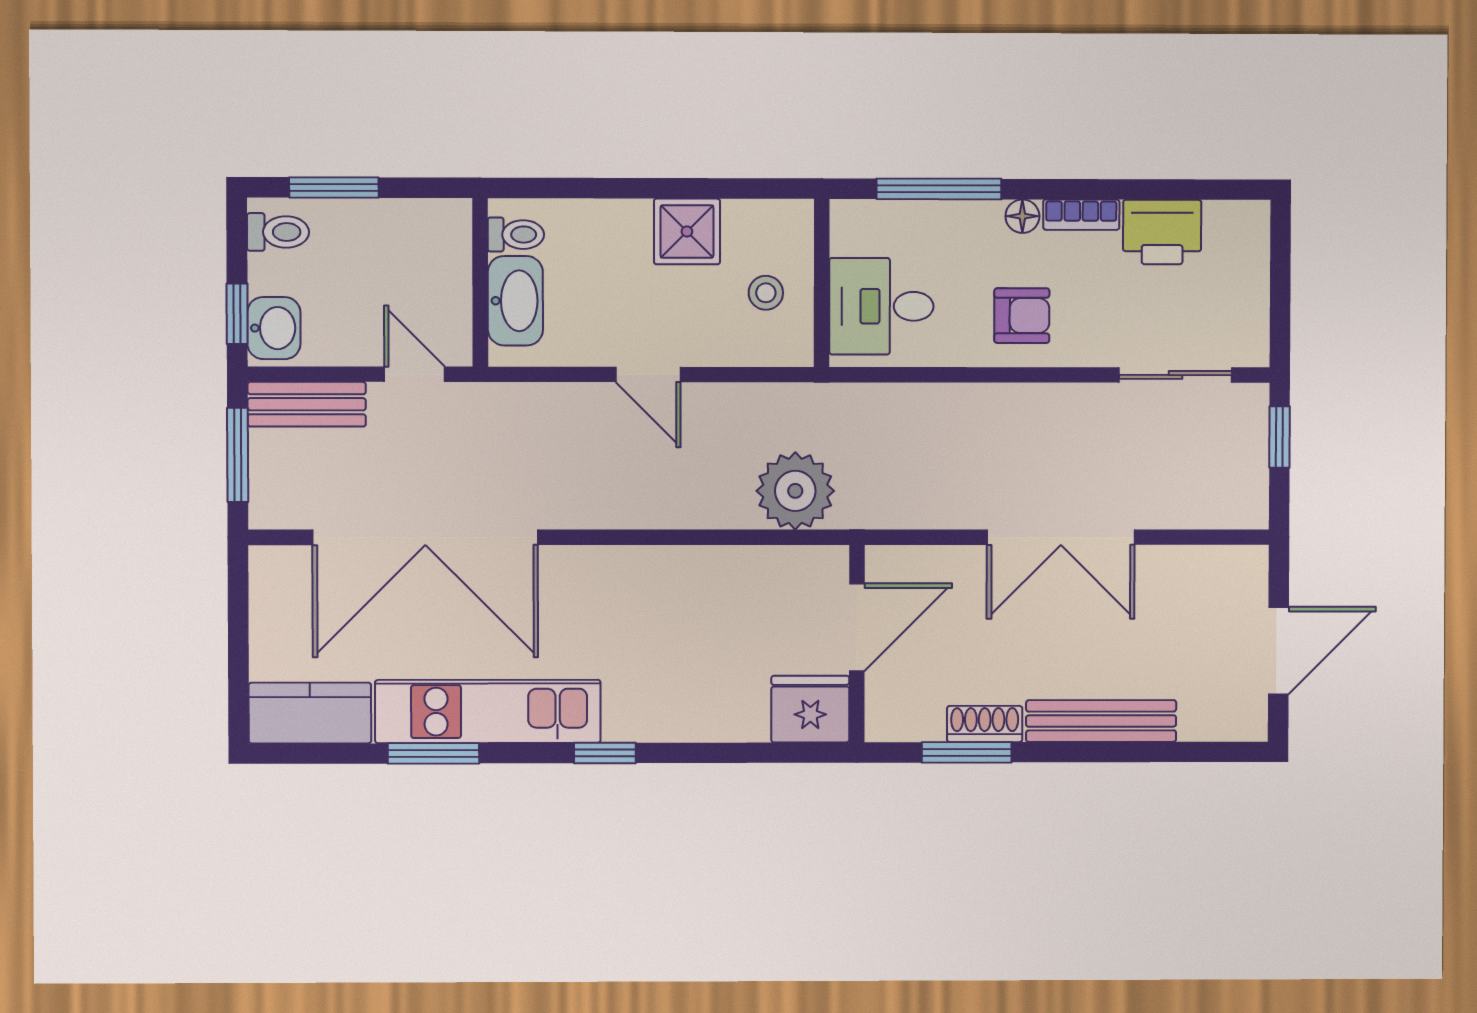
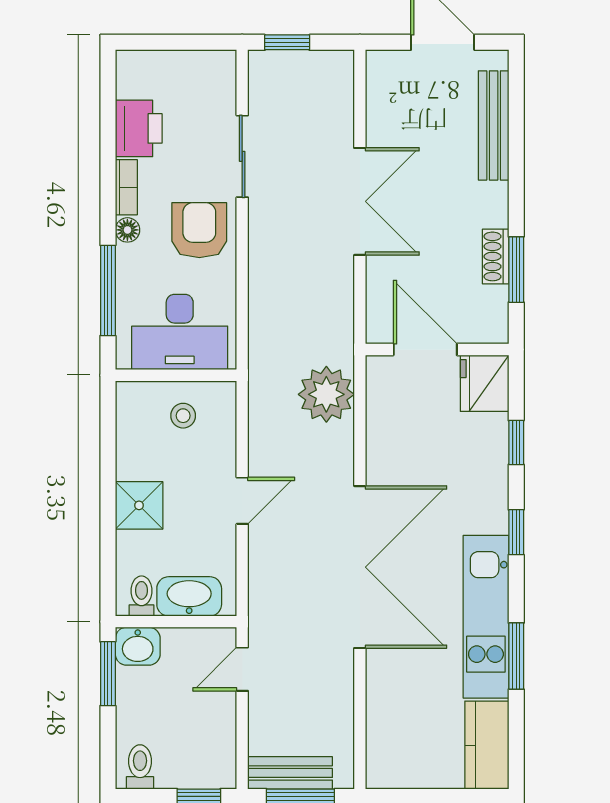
window: (334, 187) -> (108, 674), moved
shower: (687, 231) -> (139, 505), moved
desk: (881, 306) -> (180, 332), width x1.37
armchair: (1022, 316) -> (199, 230), width x1.38, depth x1.38
washbasin: (274, 328) -> (138, 646), moved, turned 180
sliding door: (1175, 375) -> (242, 156), moved
bench: (307, 404) -> (290, 773), moved, turned 90
double door: (425, 537) -> (360, 567), moved
bench: (1101, 721) -> (494, 125), moved
window: (729, 753) -> (516, 442), added

